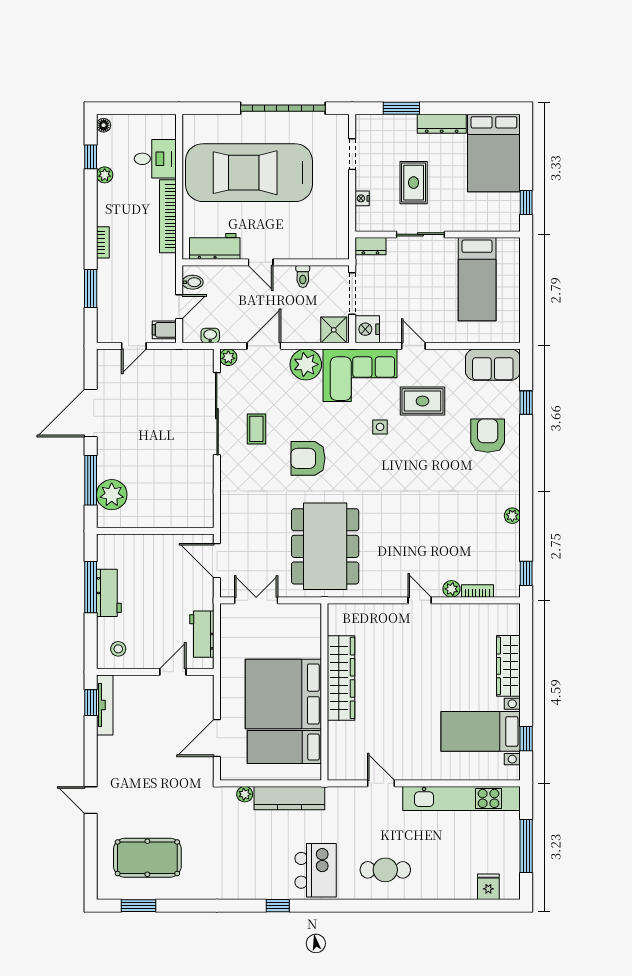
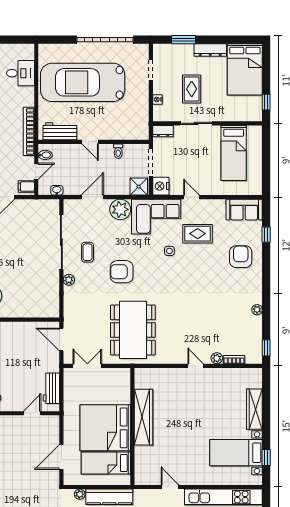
bookcase: (168, 216) -> (29, 131), moved
plant: (228, 357) -> (69, 280), moved

